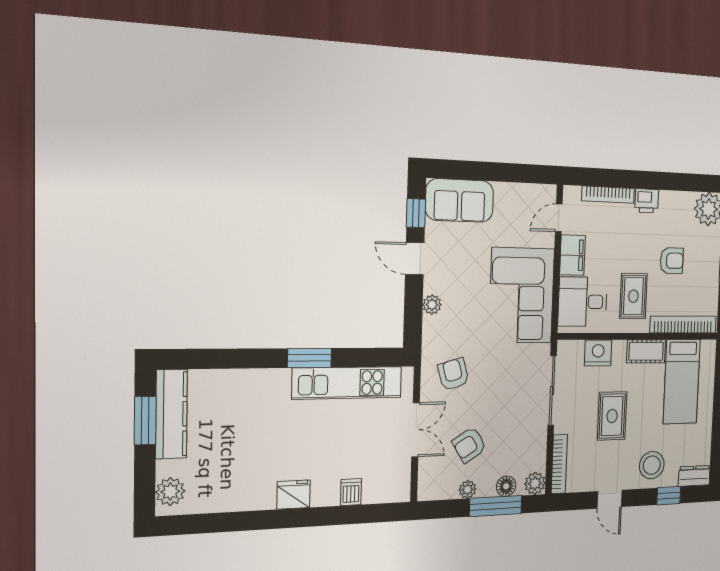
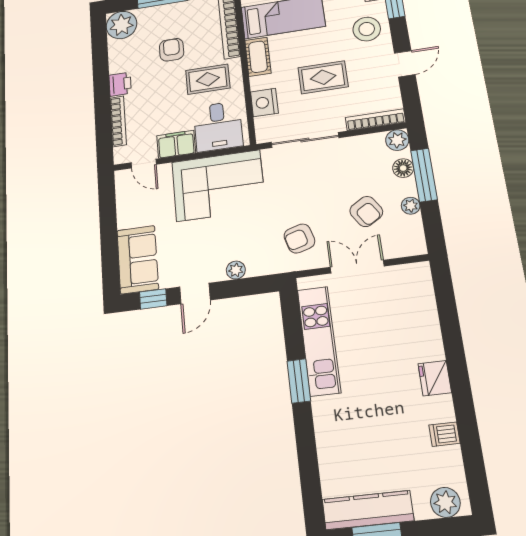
dishwasher: (351, 492) -> (444, 434), moved

